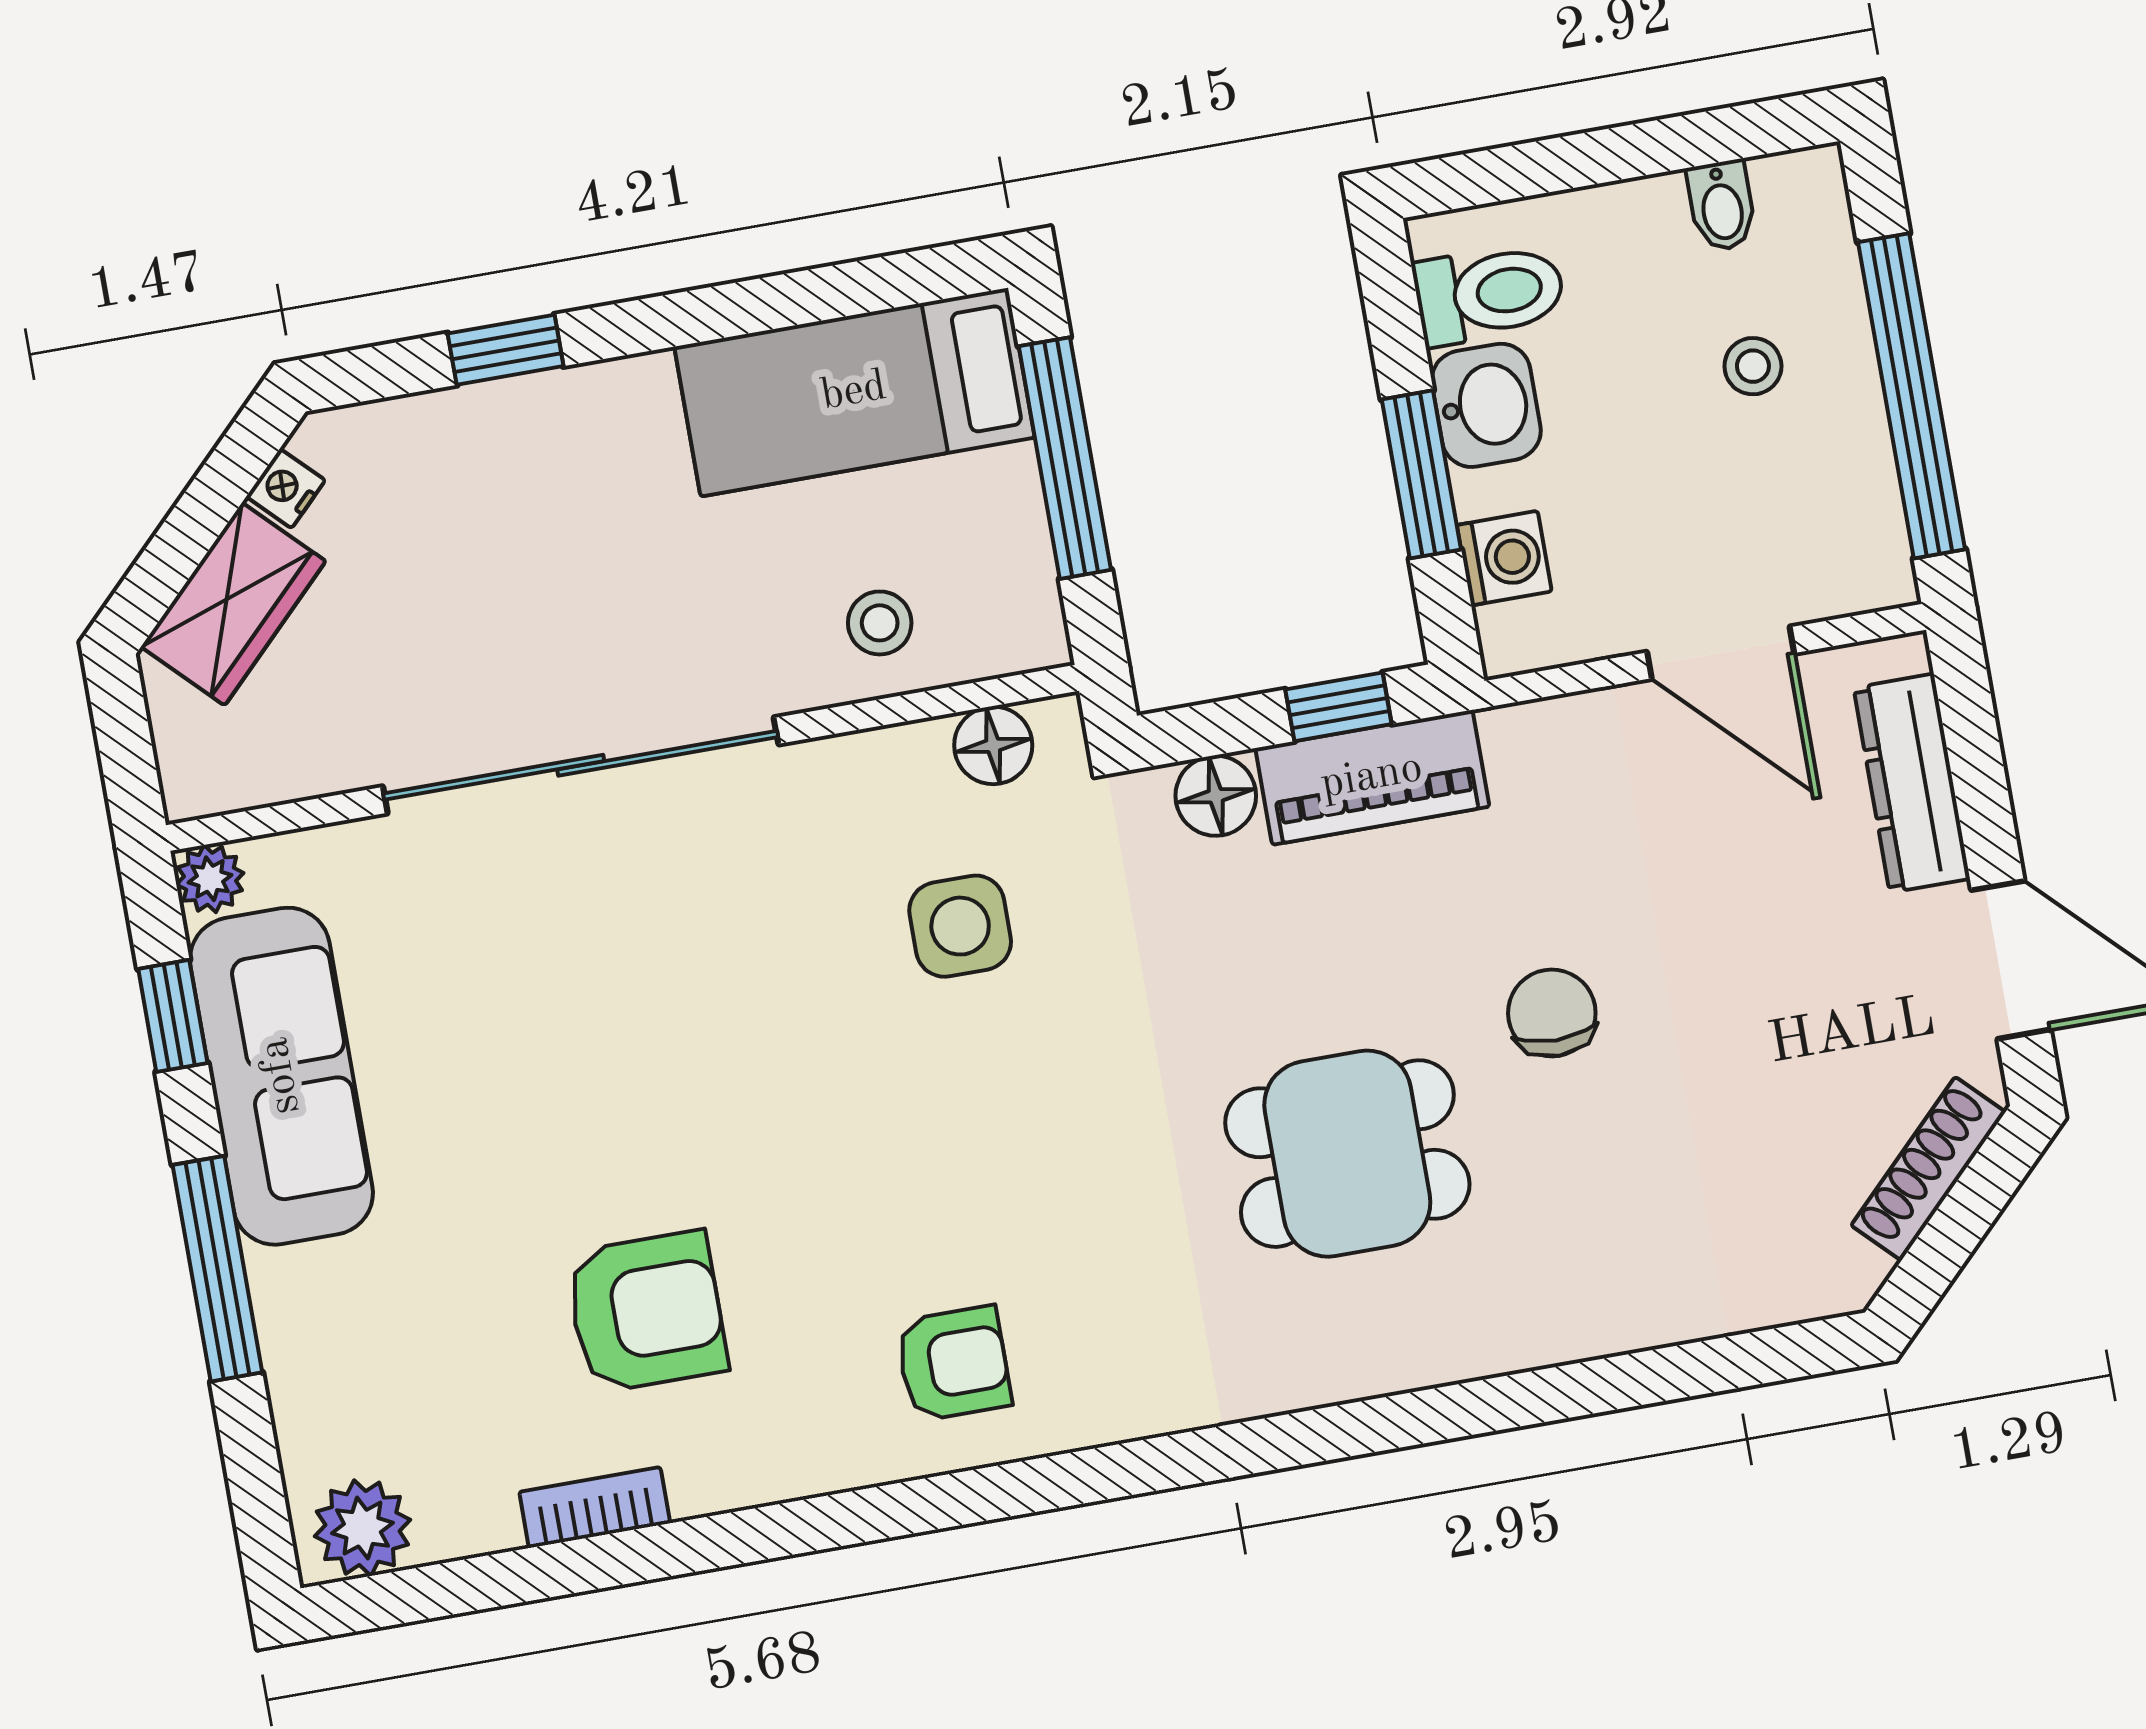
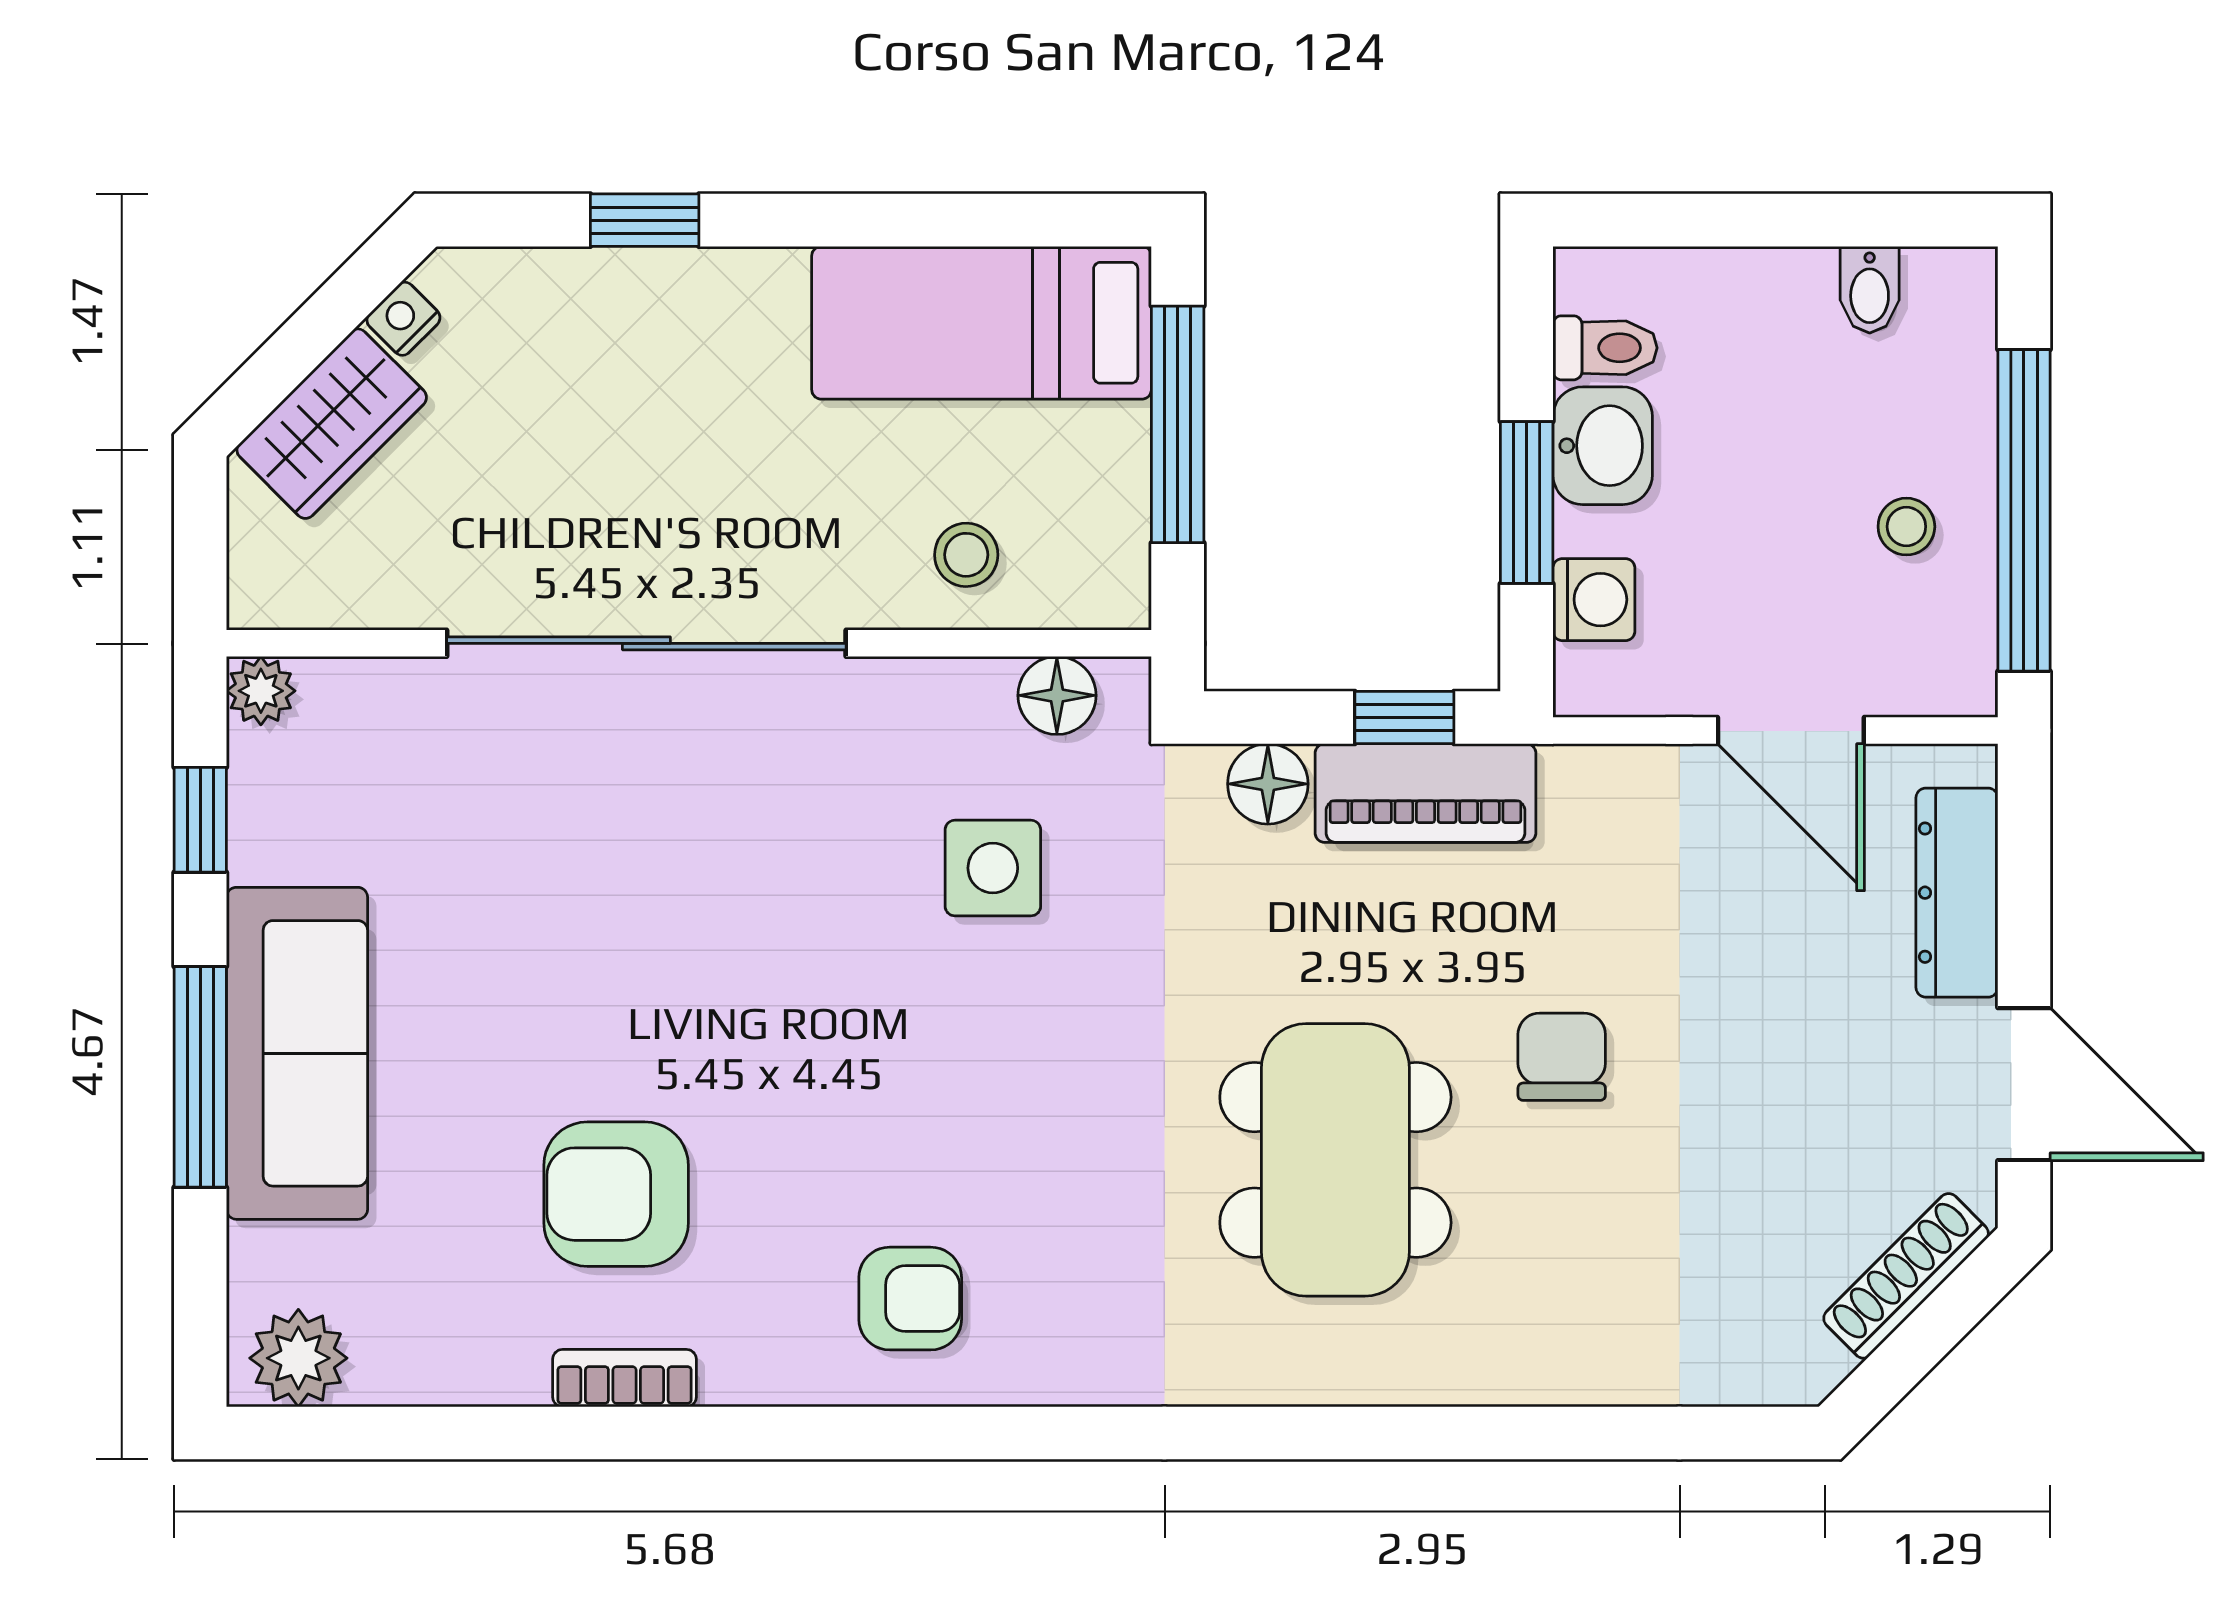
toilet: (1489, 294) -> (1605, 348), width x0.73, depth x0.72
stool: (1753, 366) -> (1906, 527), moved
sofa: (281, 1076) -> (297, 1053), moved
dining table: (1347, 1154) -> (1335, 1160), width x1.38
armchair: (646, 1312) -> (616, 1194), turned 180
bookcase: (595, 1507) -> (624, 1378), moved

